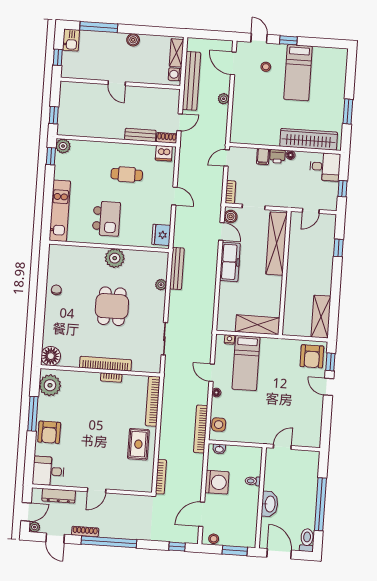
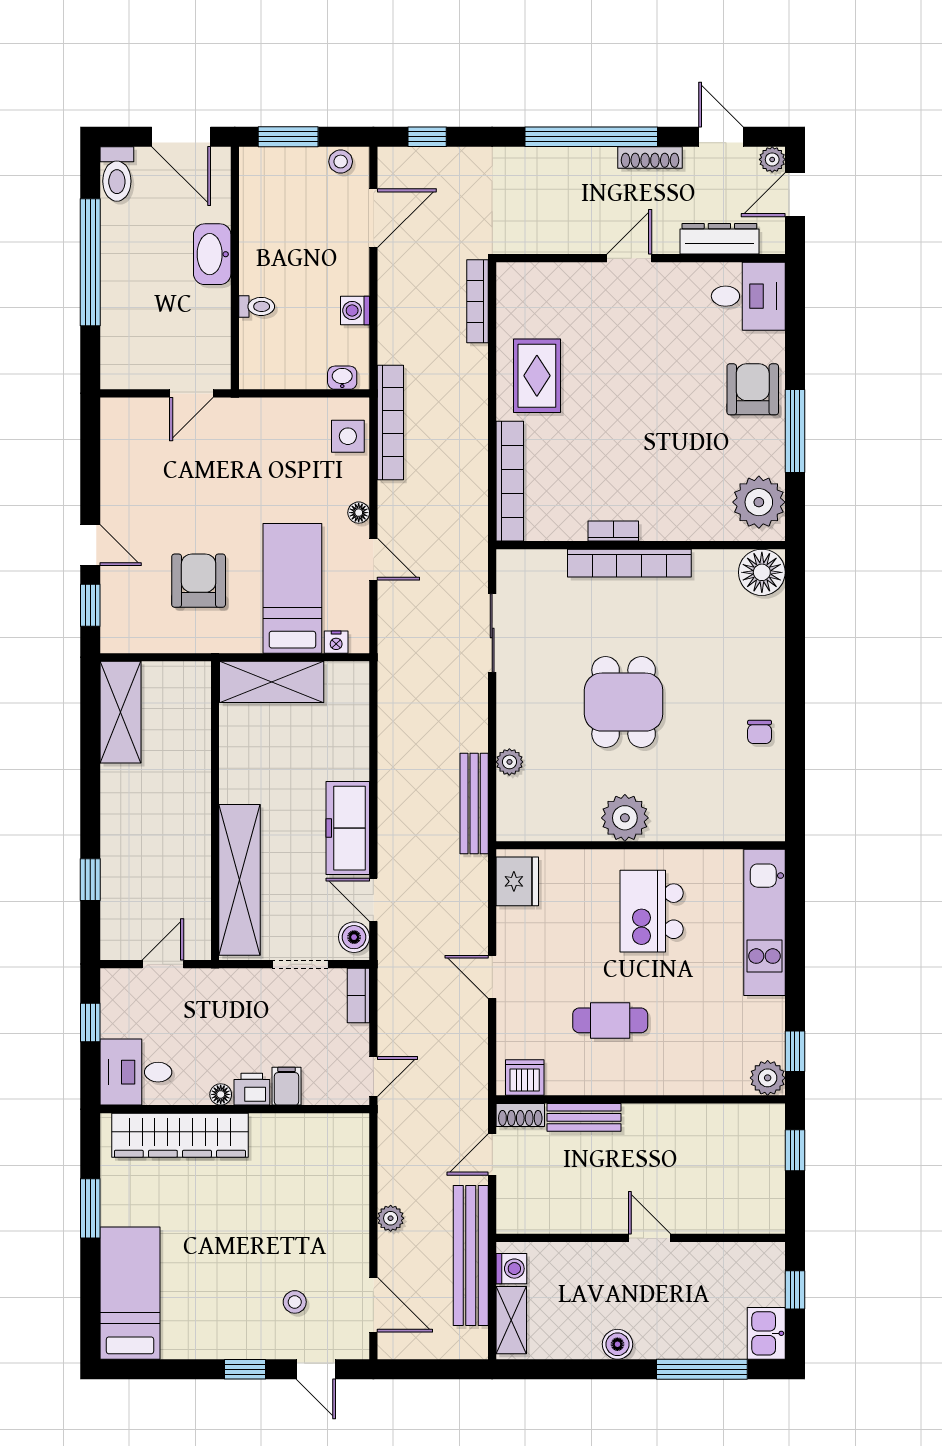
bed: (298, 73) -> (130, 1293), moved
armchair: (312, 356) -> (199, 581), moved
washing machine: (217, 482) -> (355, 310), width x0.53, depth x0.53

